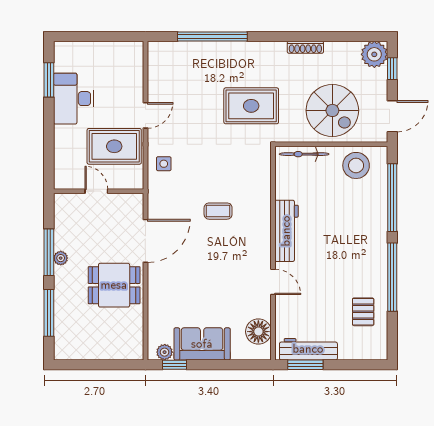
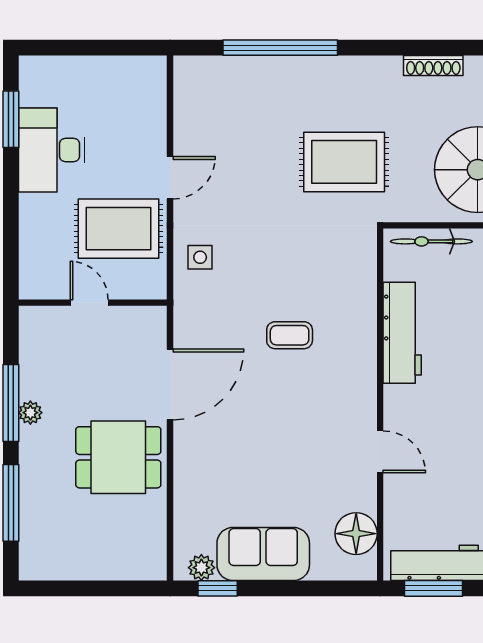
workbench: (286, 231) -> (402, 333), moved

